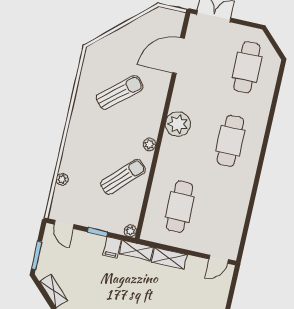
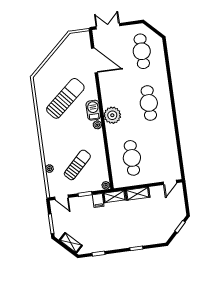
door: (178, 56) -> (95, 60), swing flipped
sun lounger: (120, 92) -> (65, 98), width x1.36, depth x1.34
barbecue: (151, 123) -> (93, 110), added
plant: (178, 124) -> (112, 115), moved
sun lounger: (123, 177) -> (77, 165), moved

